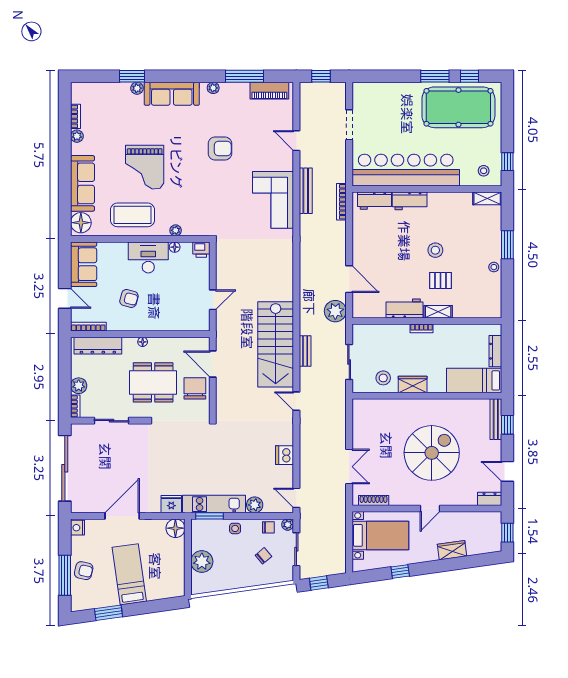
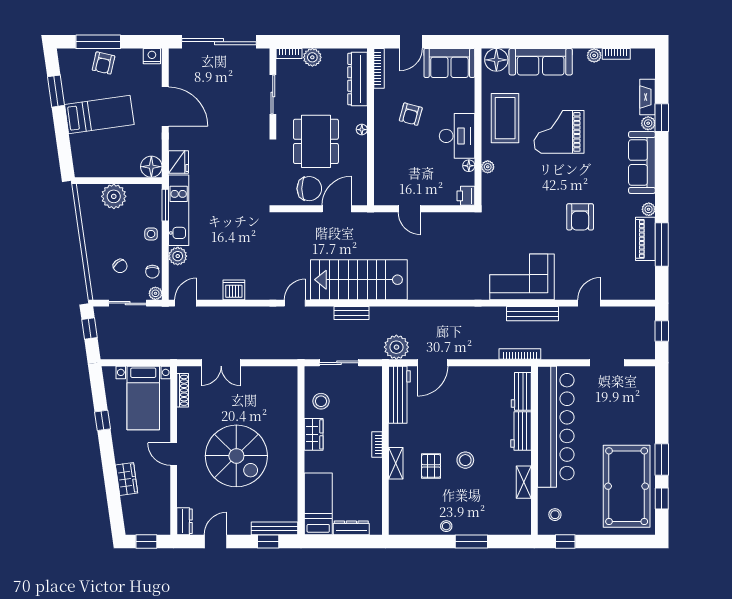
fireplace: (114, 89) -> (647, 97), added
piano: (269, 91) -> (645, 239), moved
shelving: (487, 198) -> (524, 482), moved
workbench: (405, 308) -> (399, 395), moved, width x1.38

